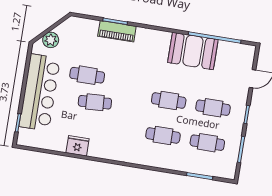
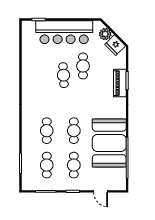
booth: (193, 51) -> (109, 143), width x1.36, depth x1.42
fridge: (77, 146) -> (115, 45), moved, turned 135

